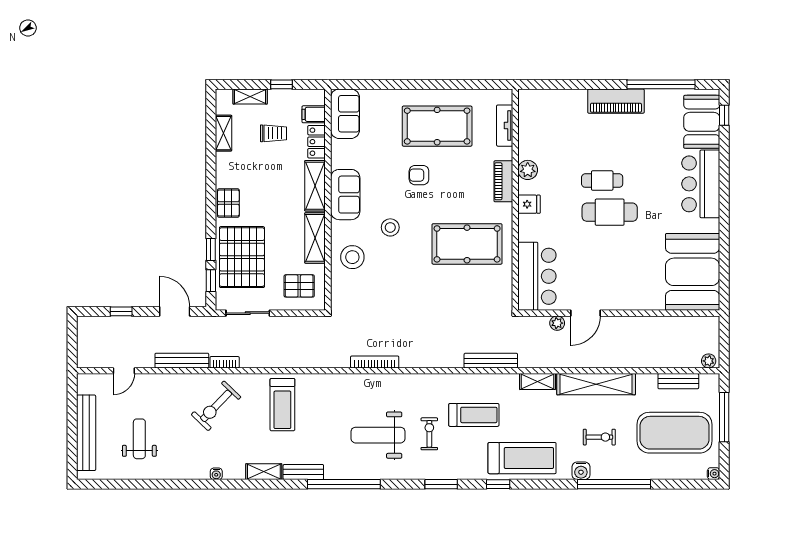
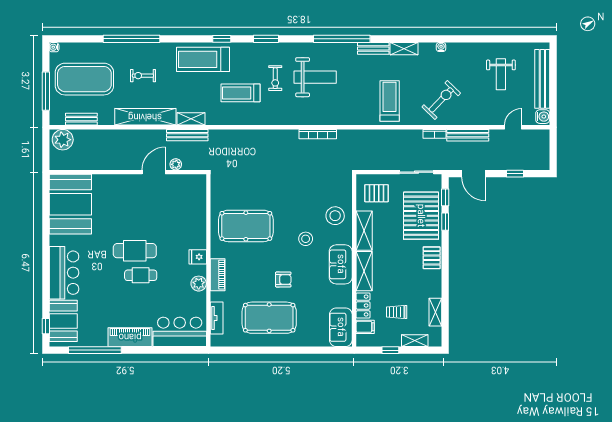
bar counter: (537, 276) -> (180, 332), moved, turned 90
bench: (491, 361) -> (187, 135), moved
plant: (709, 361) -> (63, 140), width x1.87, depth x1.87
water cooler: (581, 471) -> (543, 117), moved, turned 90

